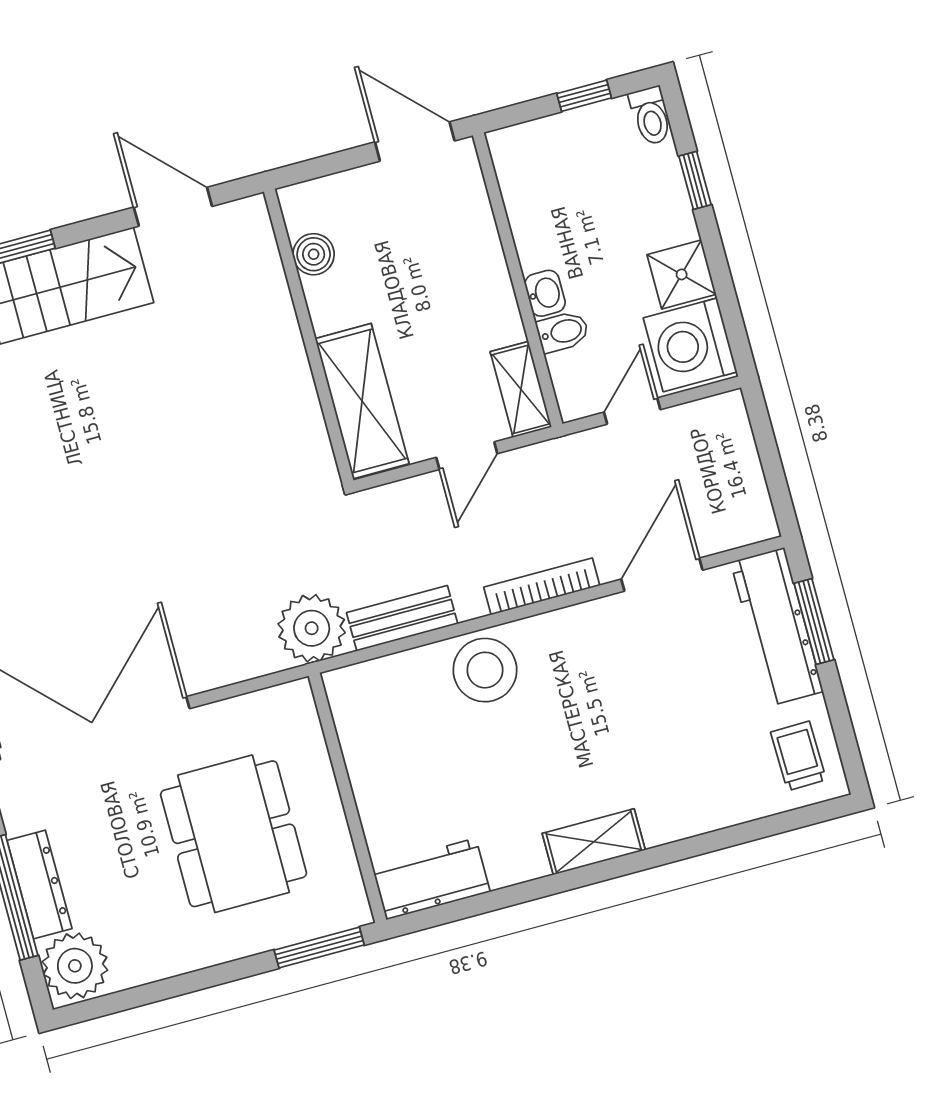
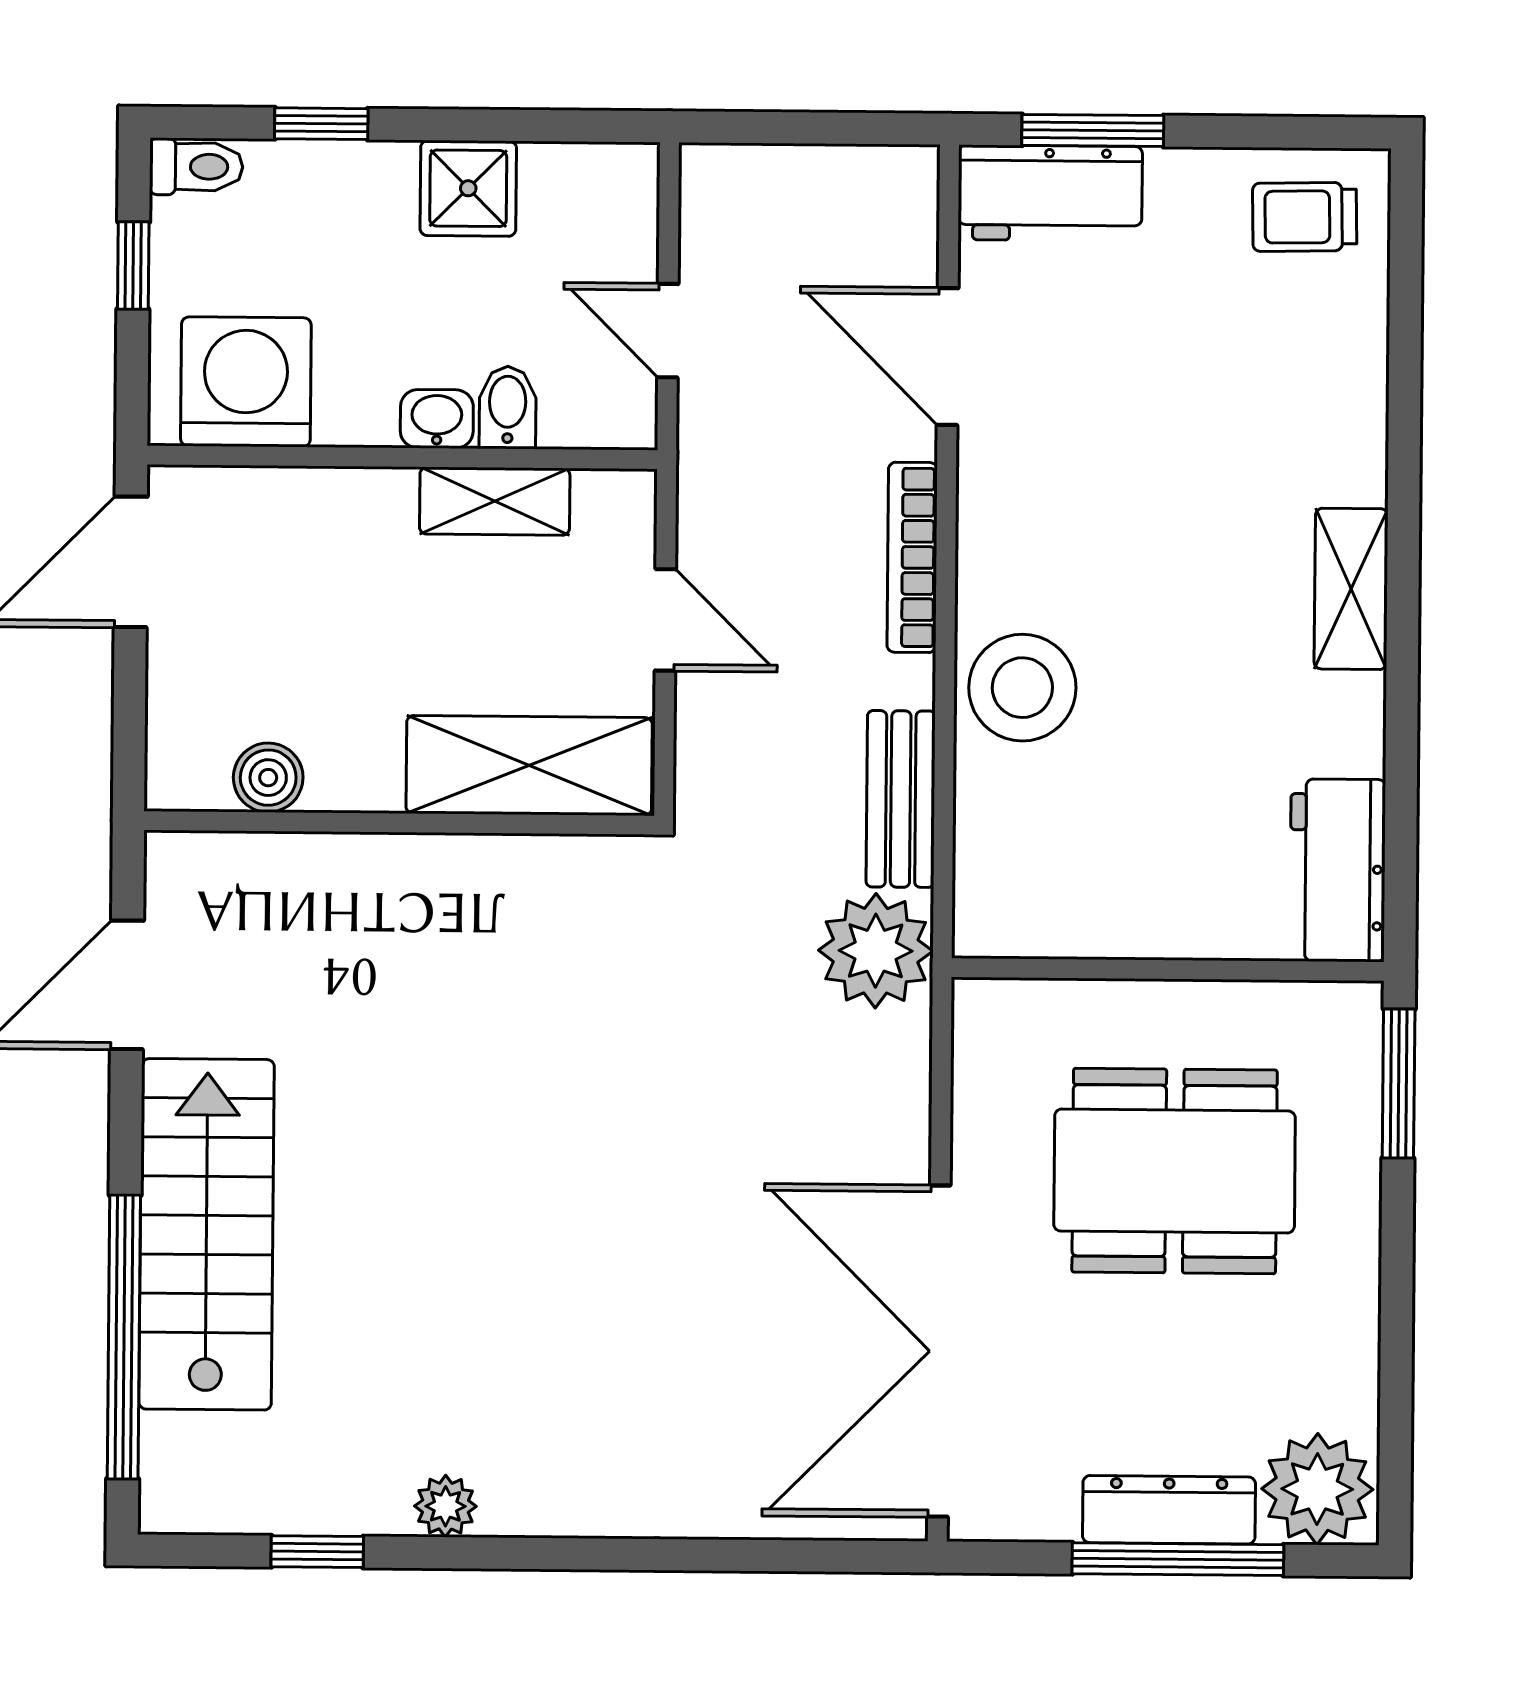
washing machine: (690, 345) -> (246, 382), moved, turned 180
shelving: (521, 389) -> (495, 501), moved
workbench: (777, 627) -> (1050, 193), width x0.73

